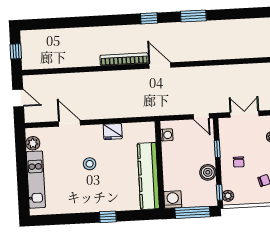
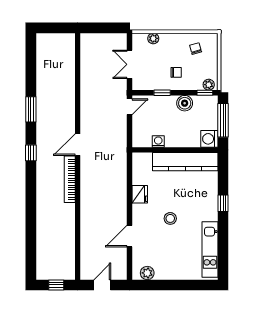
washing machine: (167, 135) -> (158, 141), moved
kitchen unit: (36, 180) -> (210, 249), moved, turned -90

